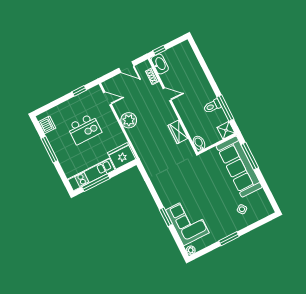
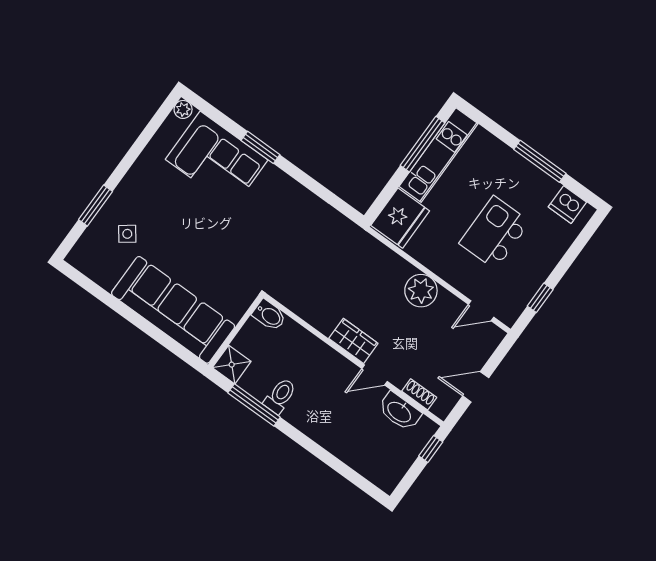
washbasin: (160, 64) -> (400, 412), moved
wardrobe: (178, 132) -> (353, 341), moved
window: (250, 156) -> (163, 339), removed
window: (229, 239) -> (96, 206), moved

